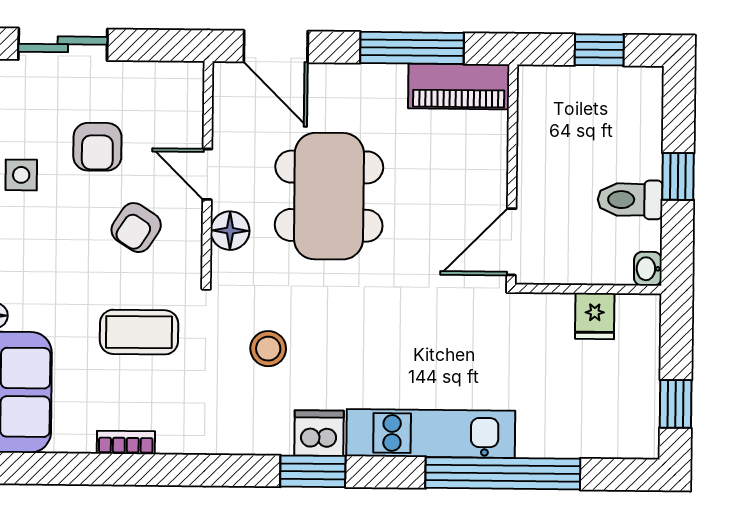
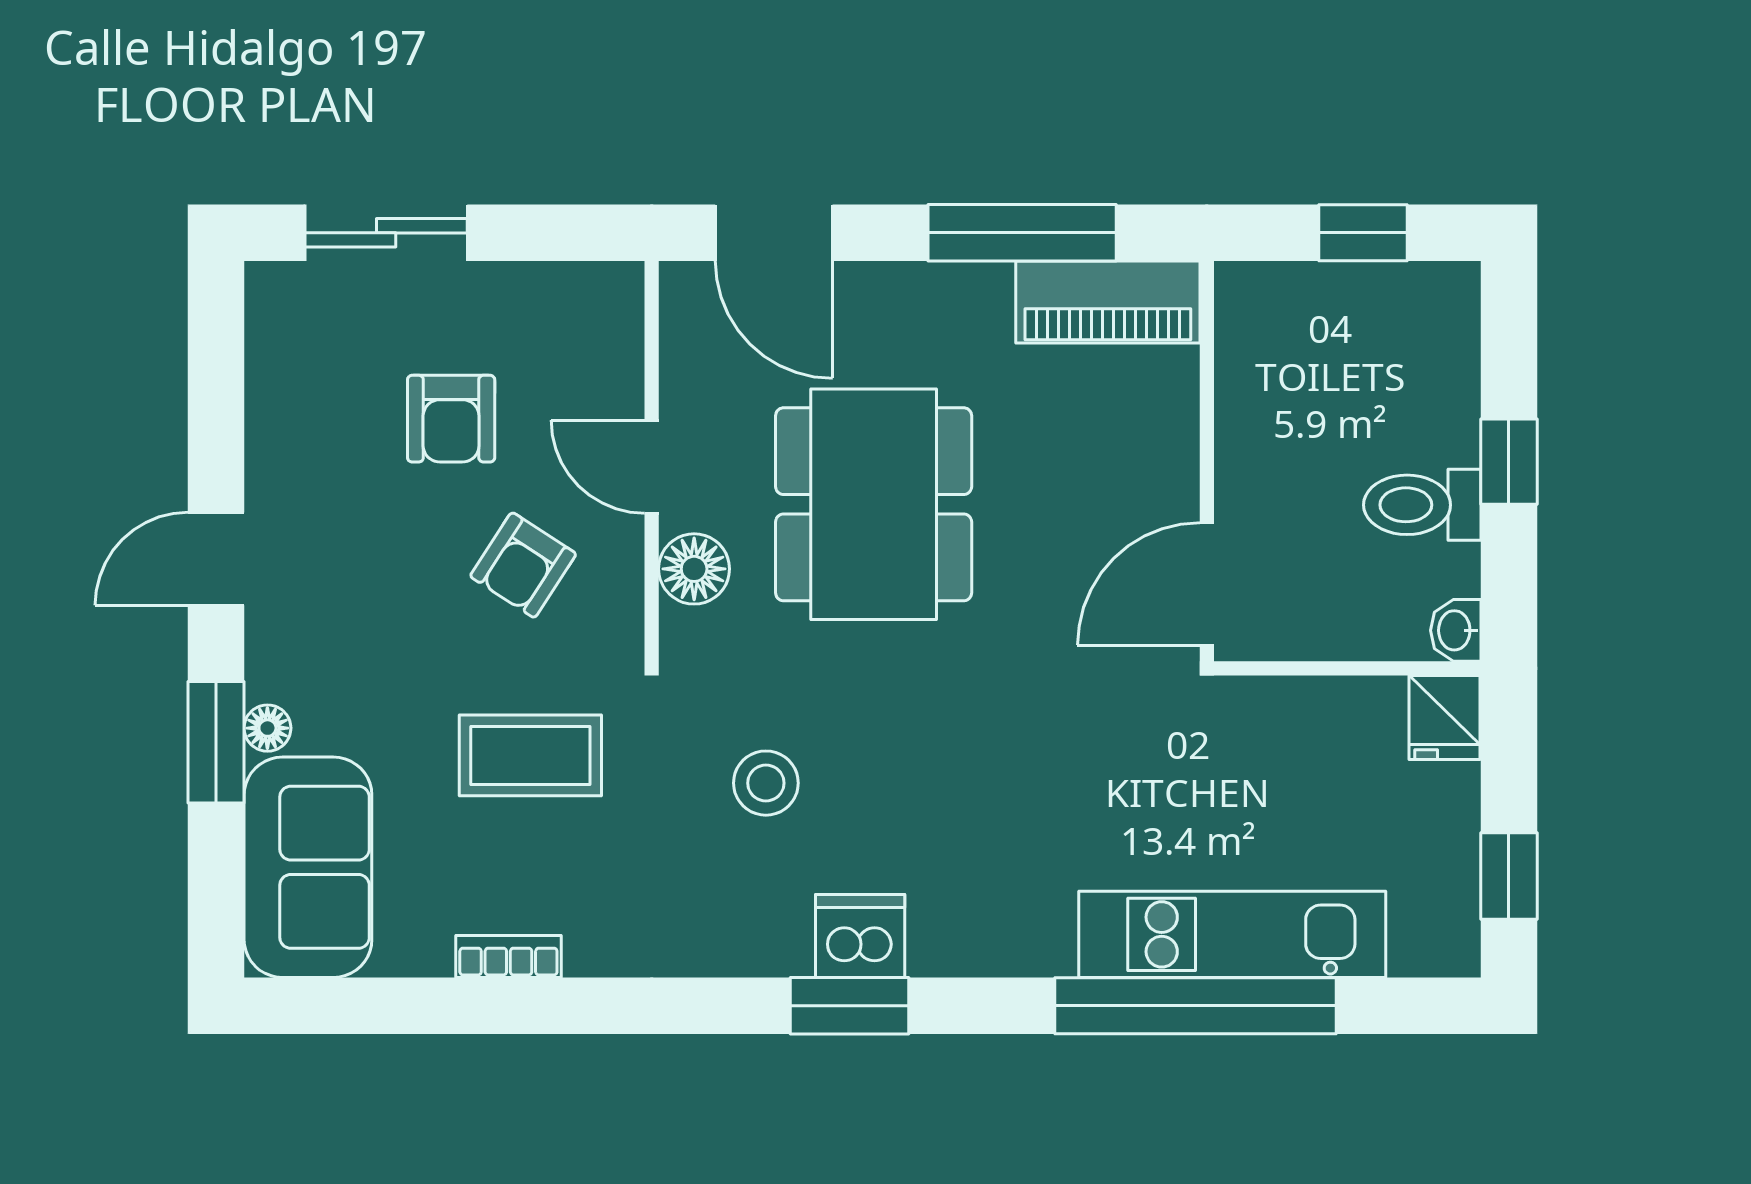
side table: (21, 175) -> (313, 471), removed
fridge: (595, 316) -> (1445, 718), moved
kitchen unit: (431, 433) -> (1232, 934), moved

